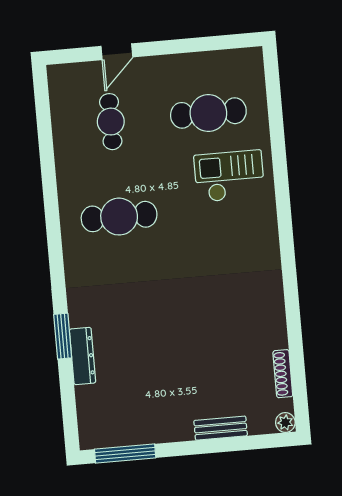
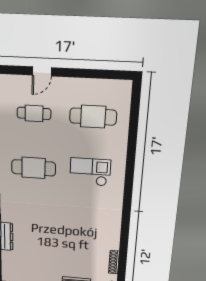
cafe table: (111, 122) -> (34, 113), turned 90
checkout: (229, 176) -> (90, 172), moved

